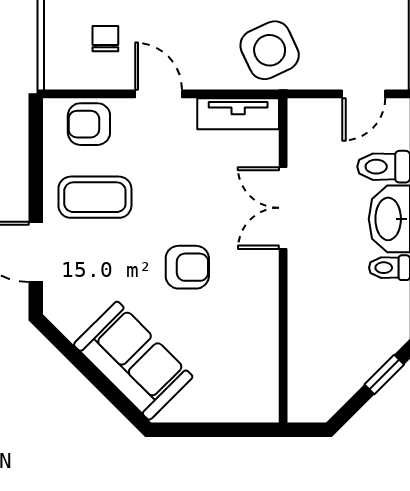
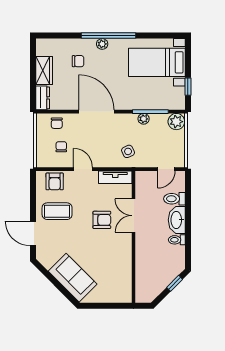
side table: (270, 50) -> (128, 151), width x0.54, depth x0.54
armchair: (89, 124) -> (55, 181), turned -90
armchair: (187, 267) -> (102, 220), moved

